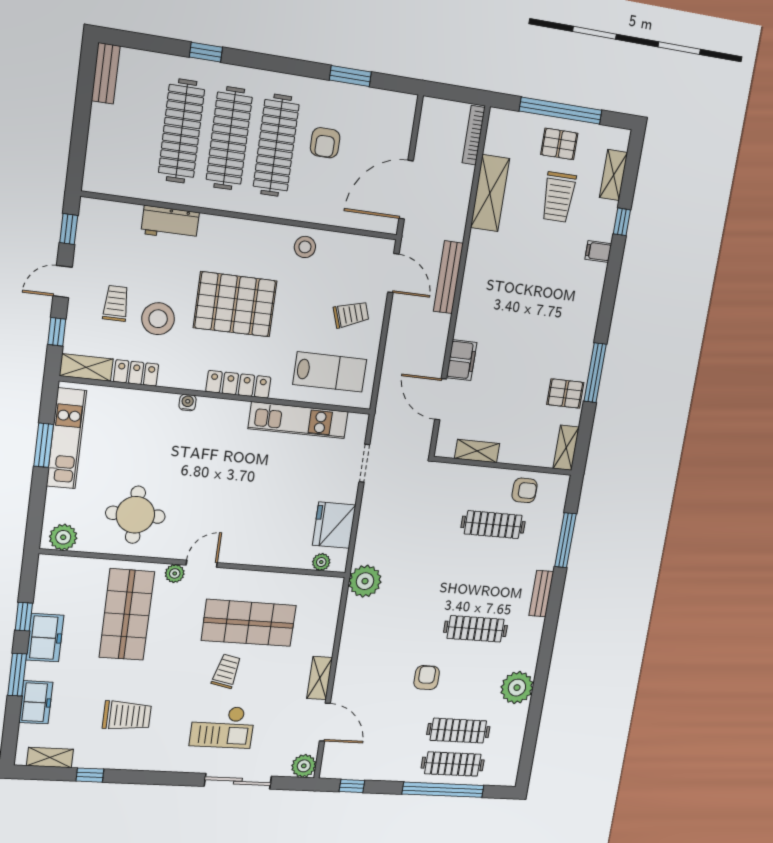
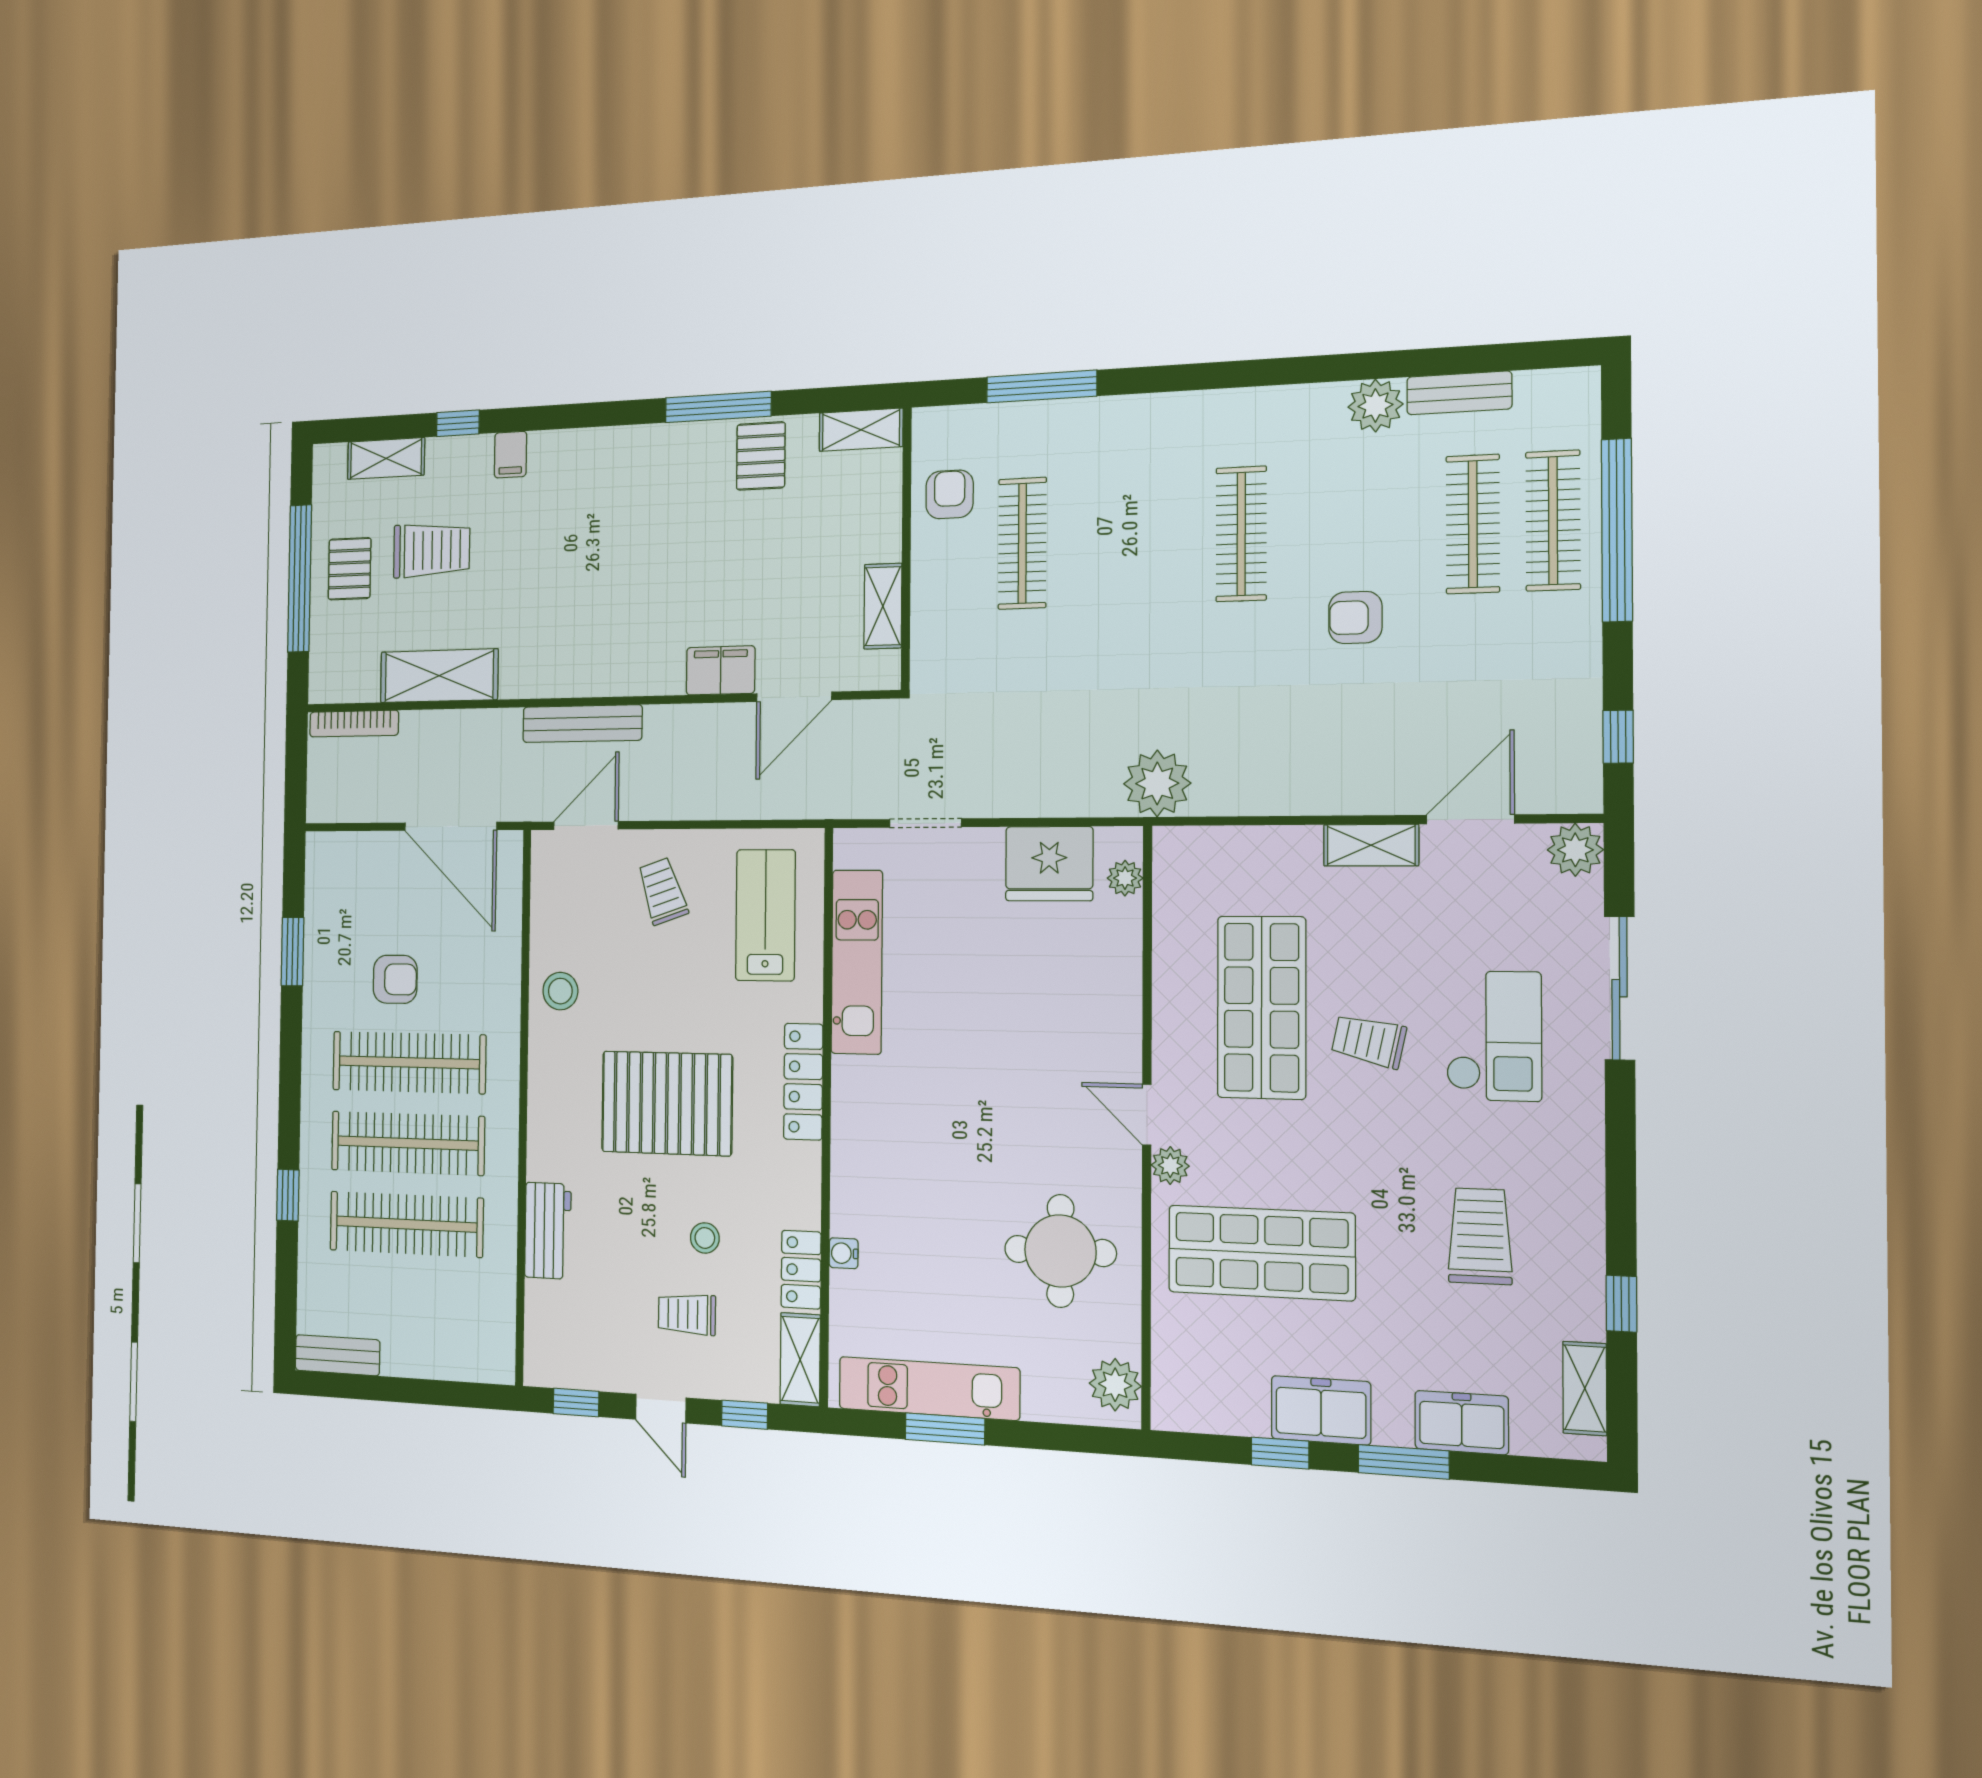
pallet: (235, 304) -> (667, 1103), turned 90
stool: (158, 319) -> (705, 1238), width x0.53, depth x0.53
water cooler: (188, 403) -> (844, 1253), moved
bench: (541, 594) -> (1459, 393), moved
plant: (517, 688) -> (1375, 406), width x0.73, depth x0.73

